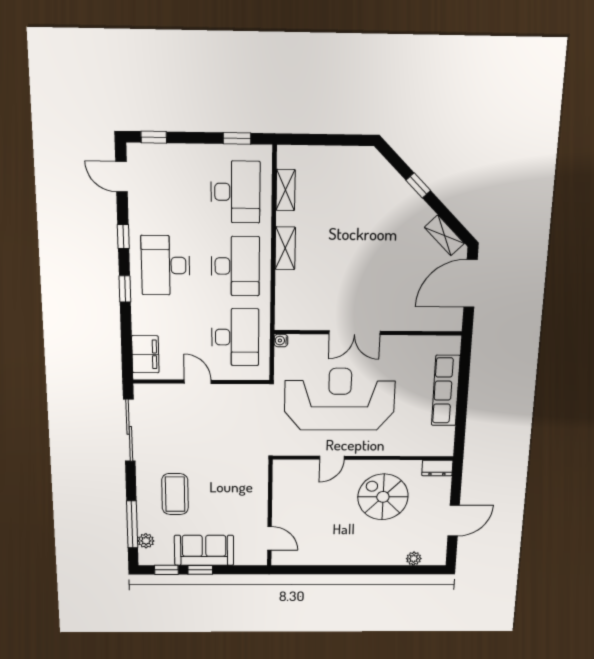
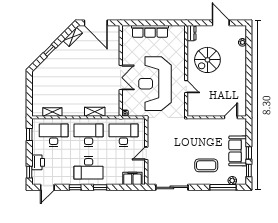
printer: (176, 157) -> (38, 162), added
shelving: (285, 248) -> (95, 112), moved

